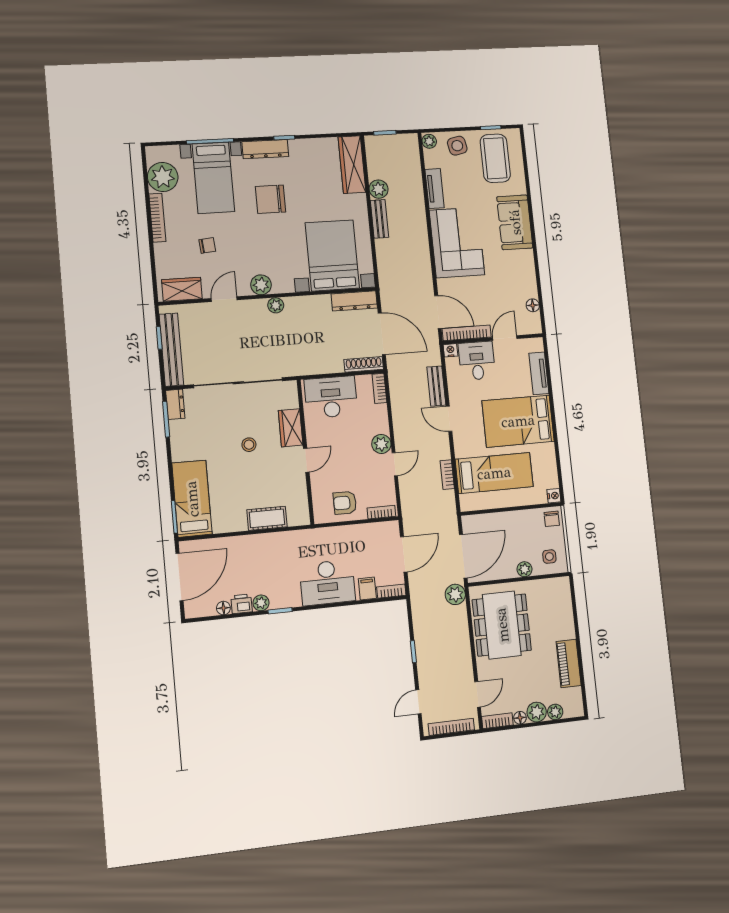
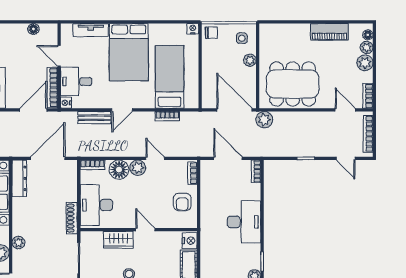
shoe rack: (364, 364) -> (72, 218), moved
floor lamp: (377, 421) -> (119, 170), added
nightstand: (298, 517) -> (190, 241), added
filing cabinet: (367, 589) -> (252, 190), removed
floor lamp: (520, 718) -> (368, 35), moved

